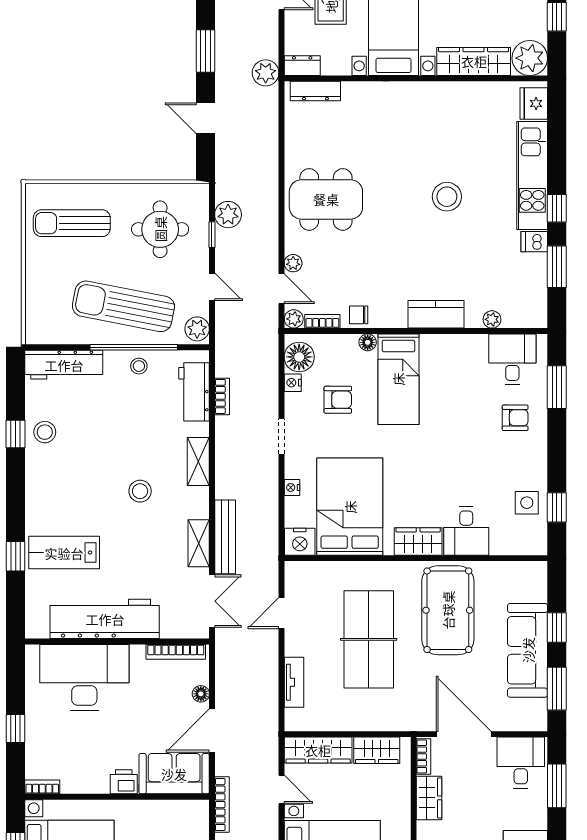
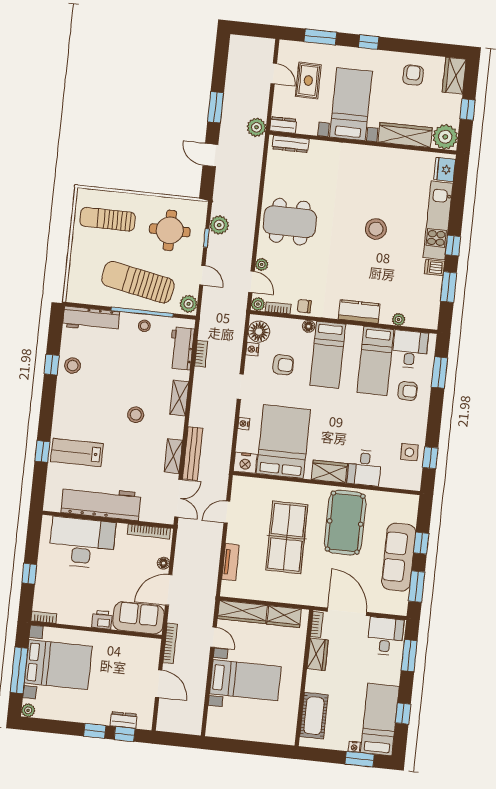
bed: (466, 381) -> (375, 361), added

